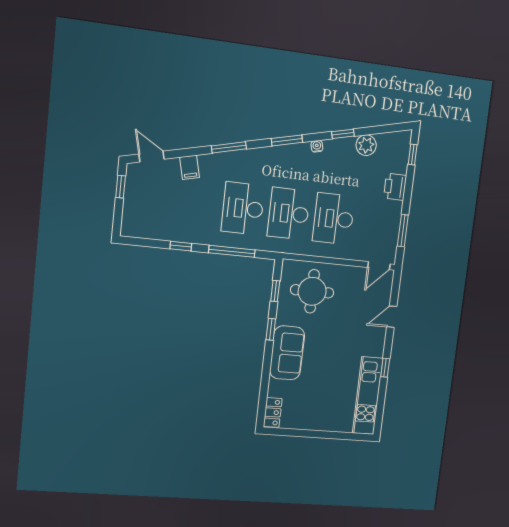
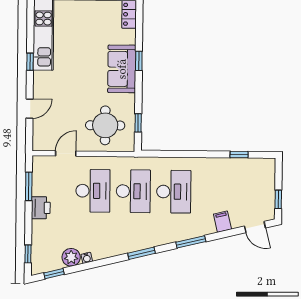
window: (343, 134) -> (54, 274), moved
water cooler: (317, 146) -> (87, 258), moved
printer: (395, 187) -> (41, 208), moved
window: (181, 246) -> (239, 155), moved
window: (232, 251) -> (180, 154), removed
door: (379, 266) -> (66, 154), moved
window: (271, 329) -> (139, 61), moved

